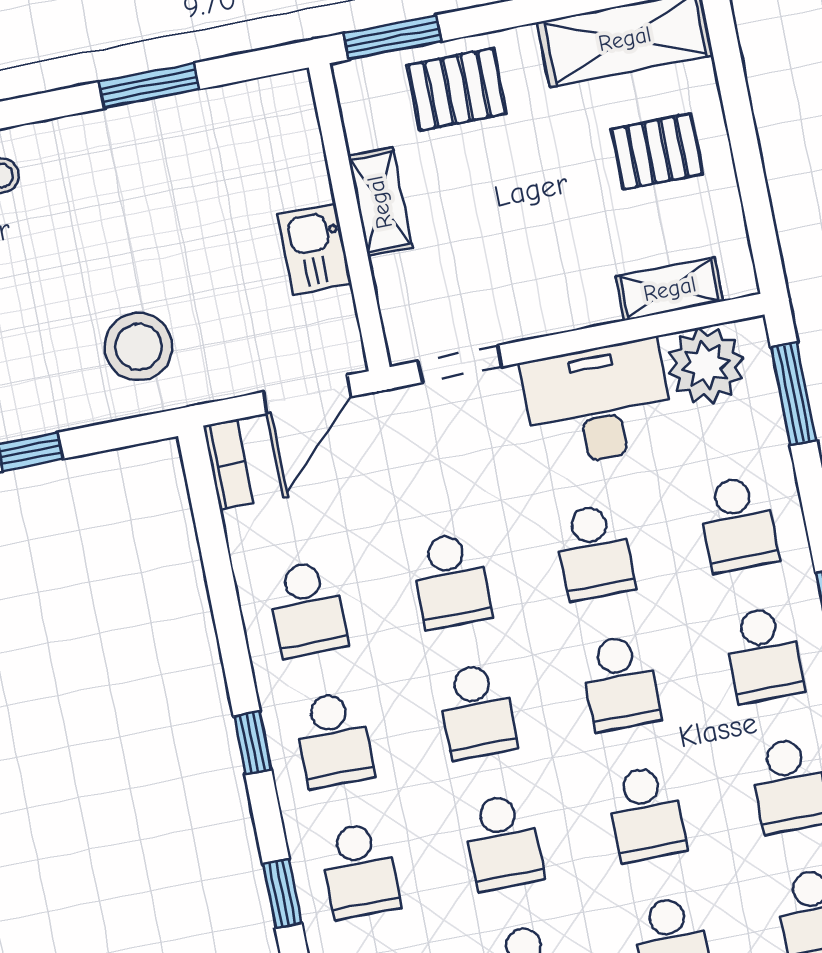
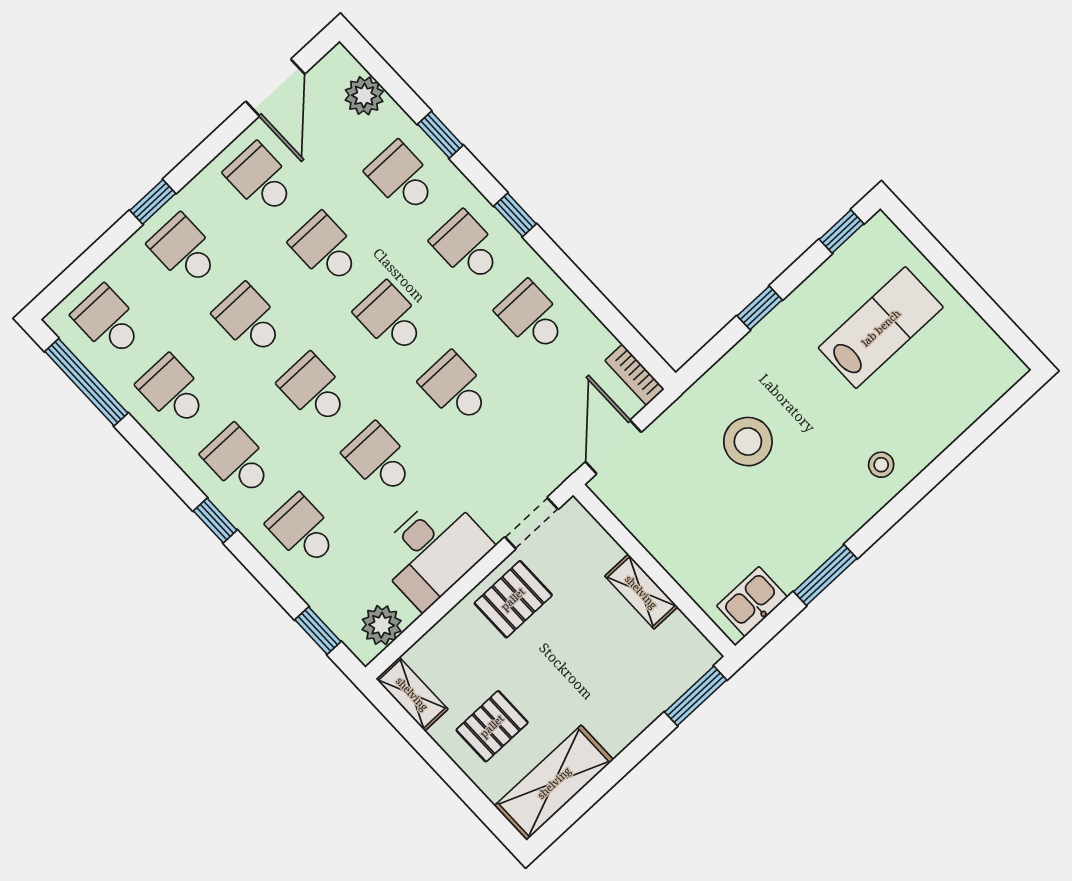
pallet: (457, 89) -> (513, 599), moved
kitchen sink: (315, 249) -> (752, 602), moved, turned -90
shelving: (670, 289) -> (412, 694), moved, turned 90
stool: (138, 347) -> (748, 442), moved
plant: (706, 365) -> (382, 625), width x0.73, depth x0.73
window: (794, 394) -> (318, 631), width x0.67

